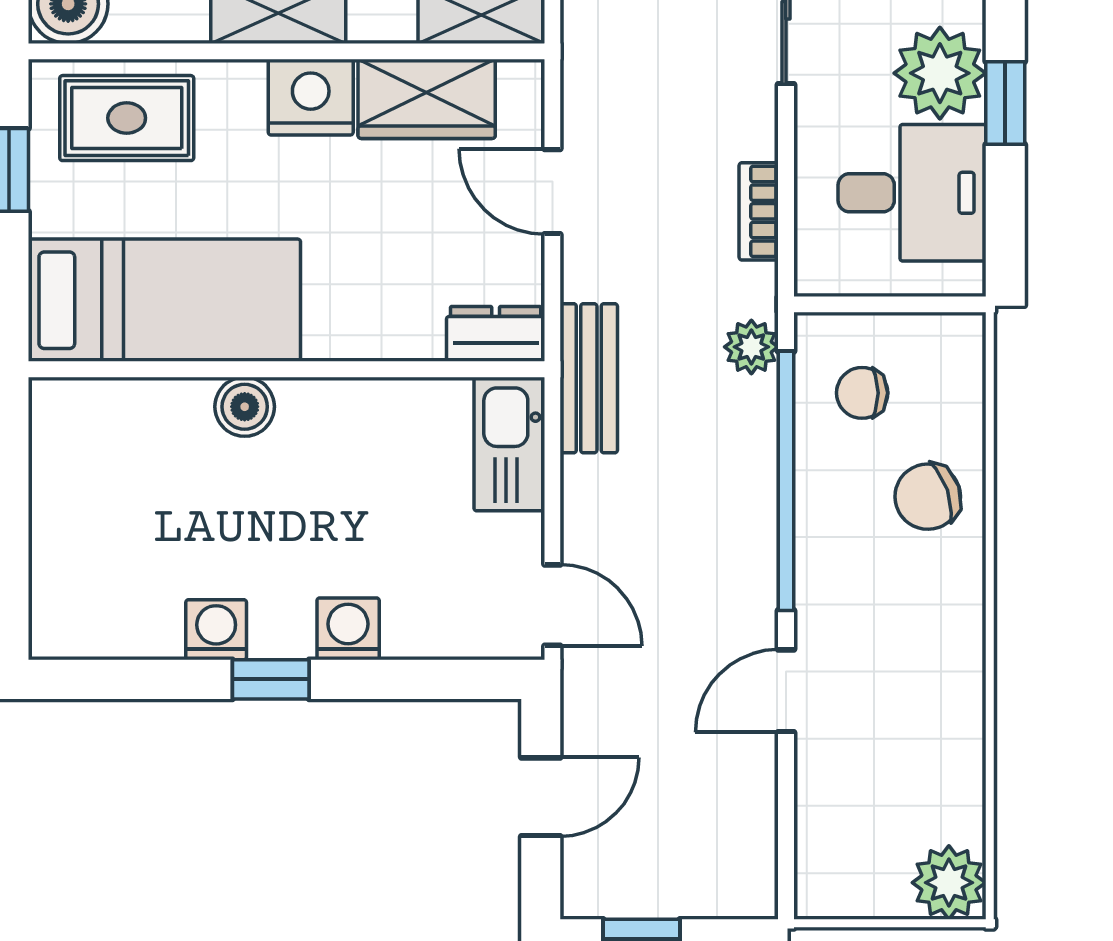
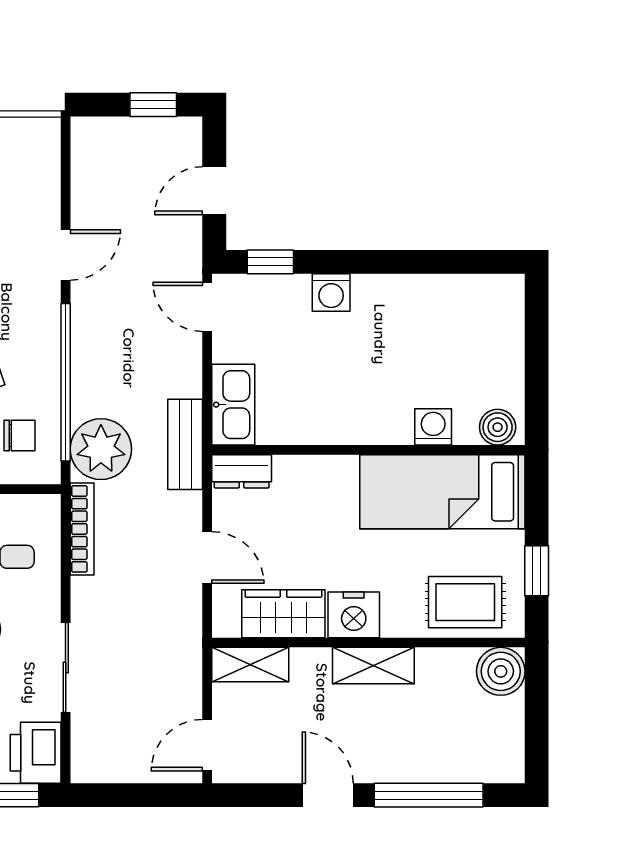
bookcase: (759, 211) -> (82, 529), width x1.56
plant: (751, 347) -> (101, 449), width x1.88, depth x1.88
boiler: (245, 407) -> (498, 427), moved
washing machine: (216, 630) -> (433, 427), moved, turned 180
window: (271, 679) -> (270, 262), moved

